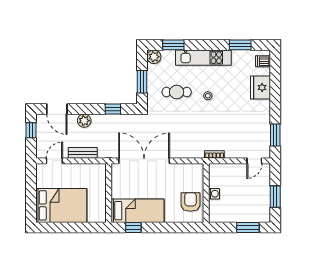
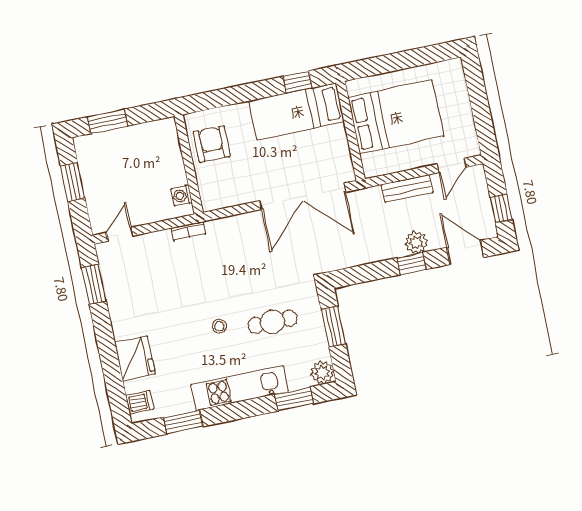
window: (113, 109) -> (411, 264), moved
washing machine: (214, 194) -> (182, 196), moved
armchair: (190, 202) -> (212, 144), turned 180
bed: (61, 205) -> (396, 117), moved, turned 180

